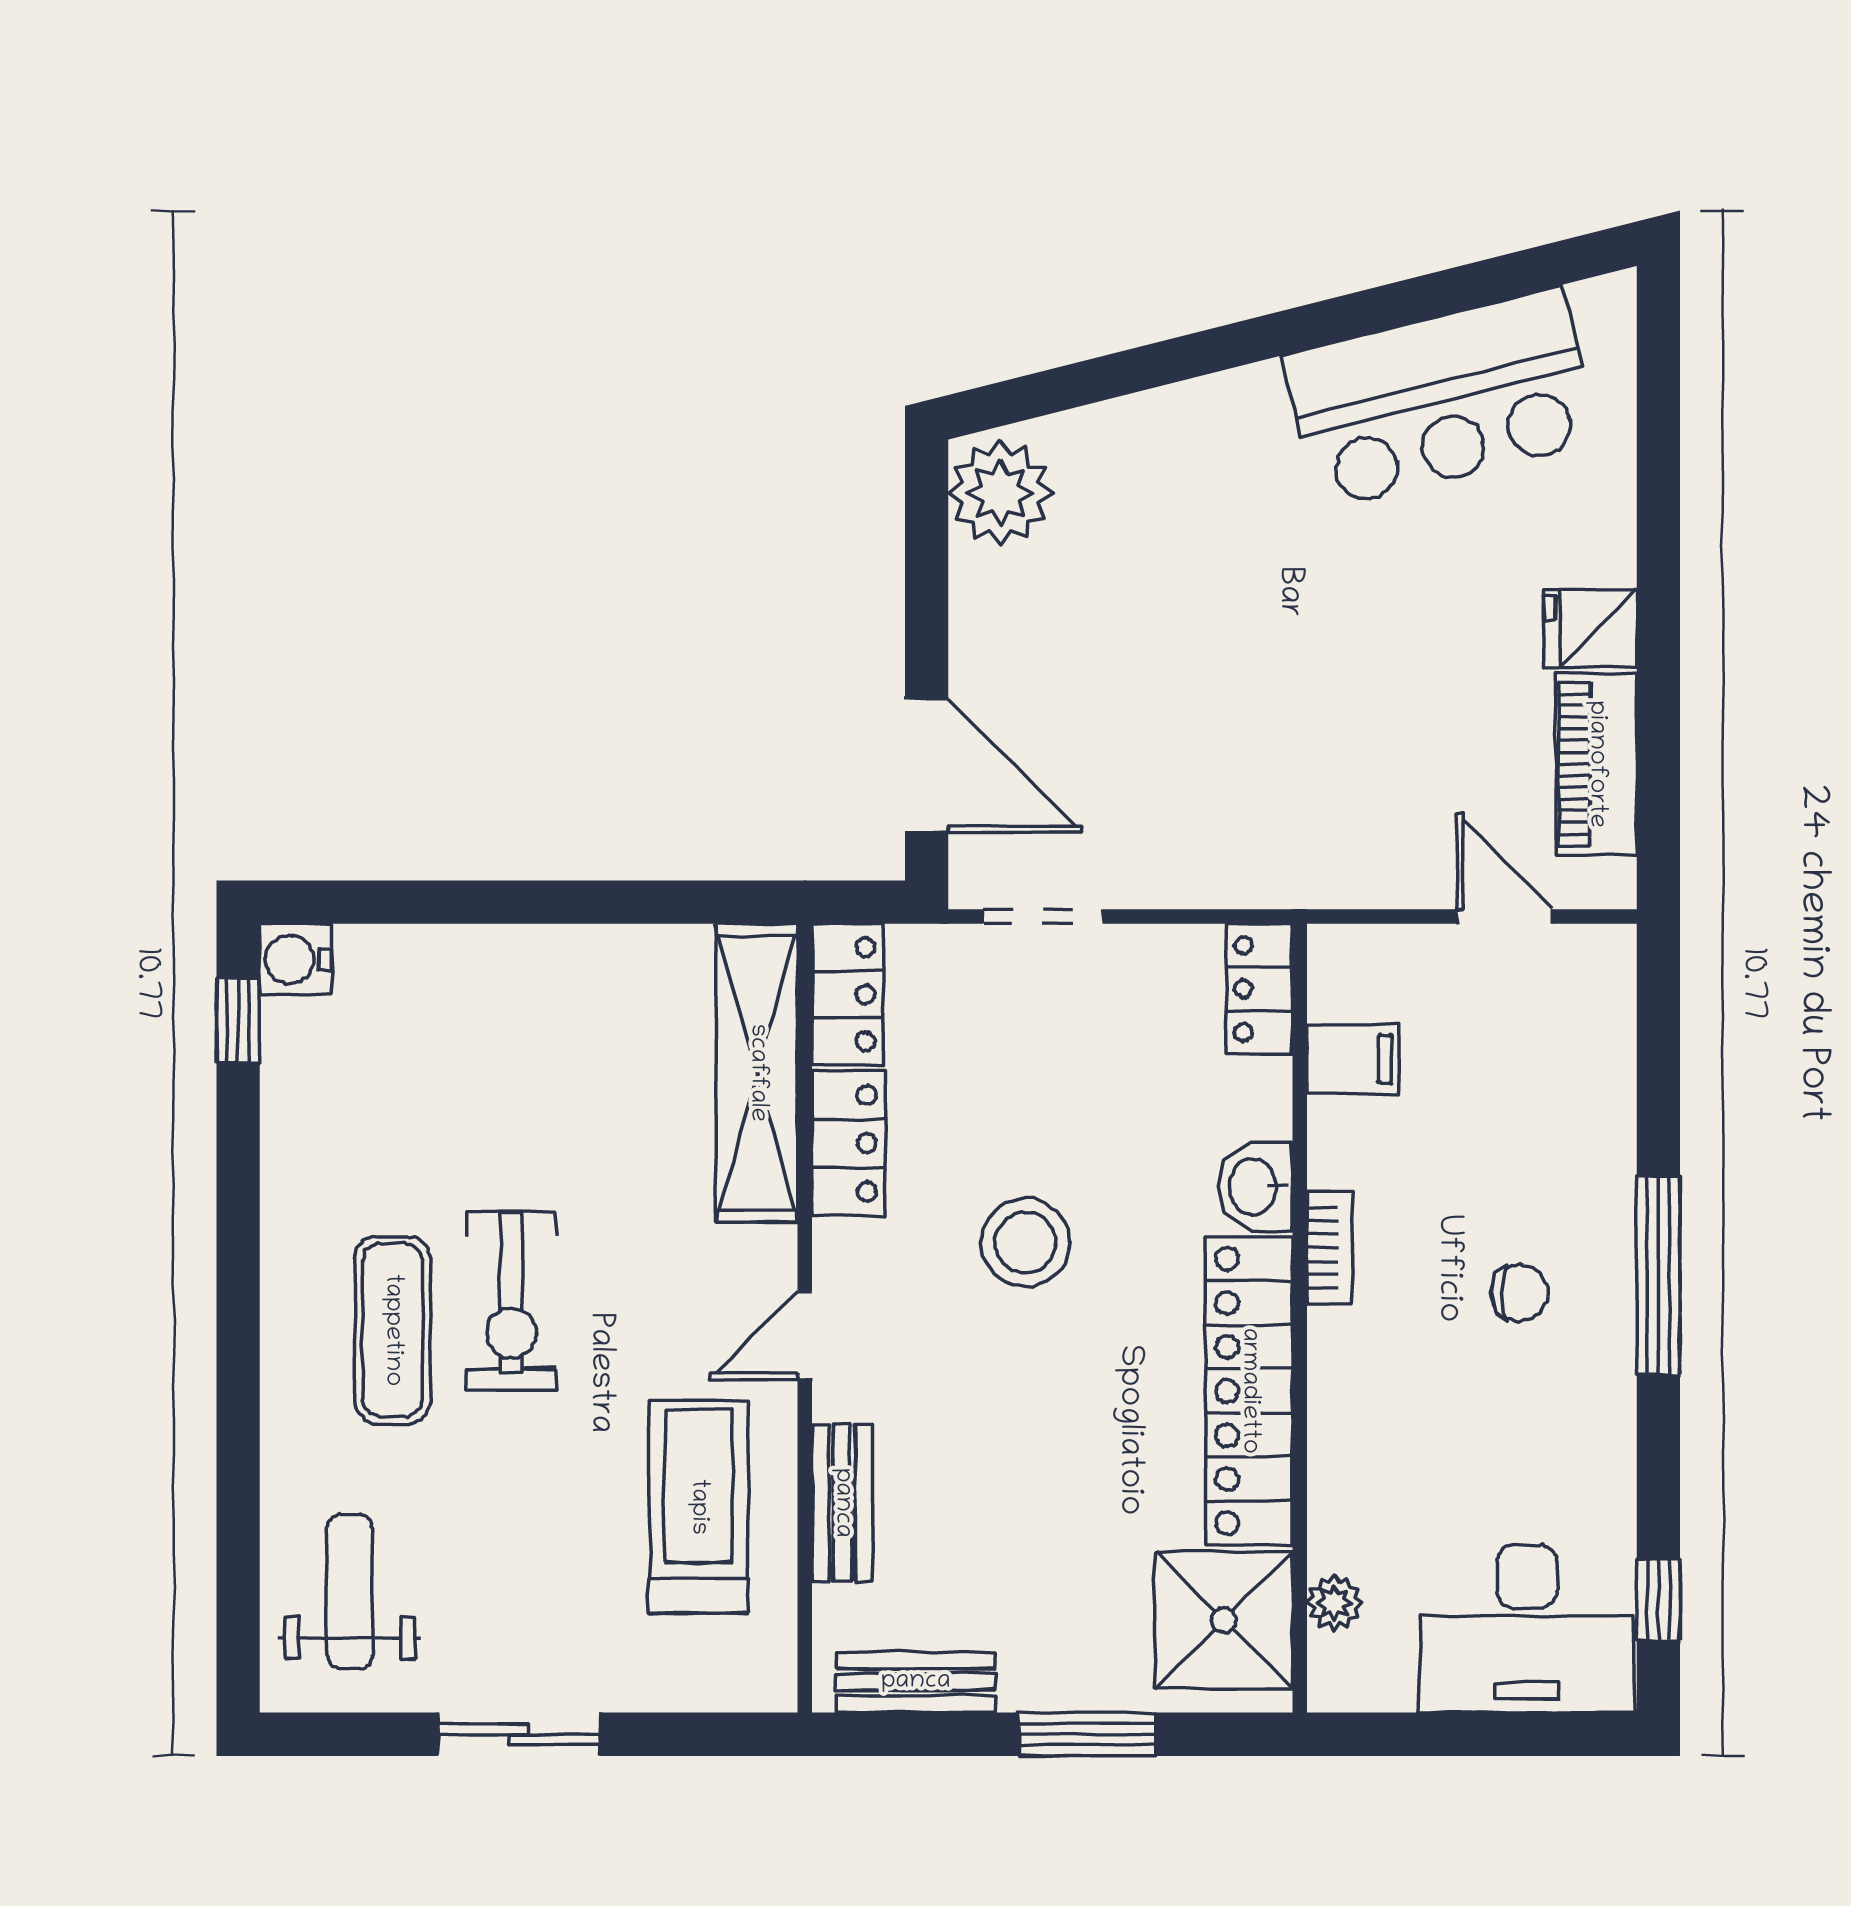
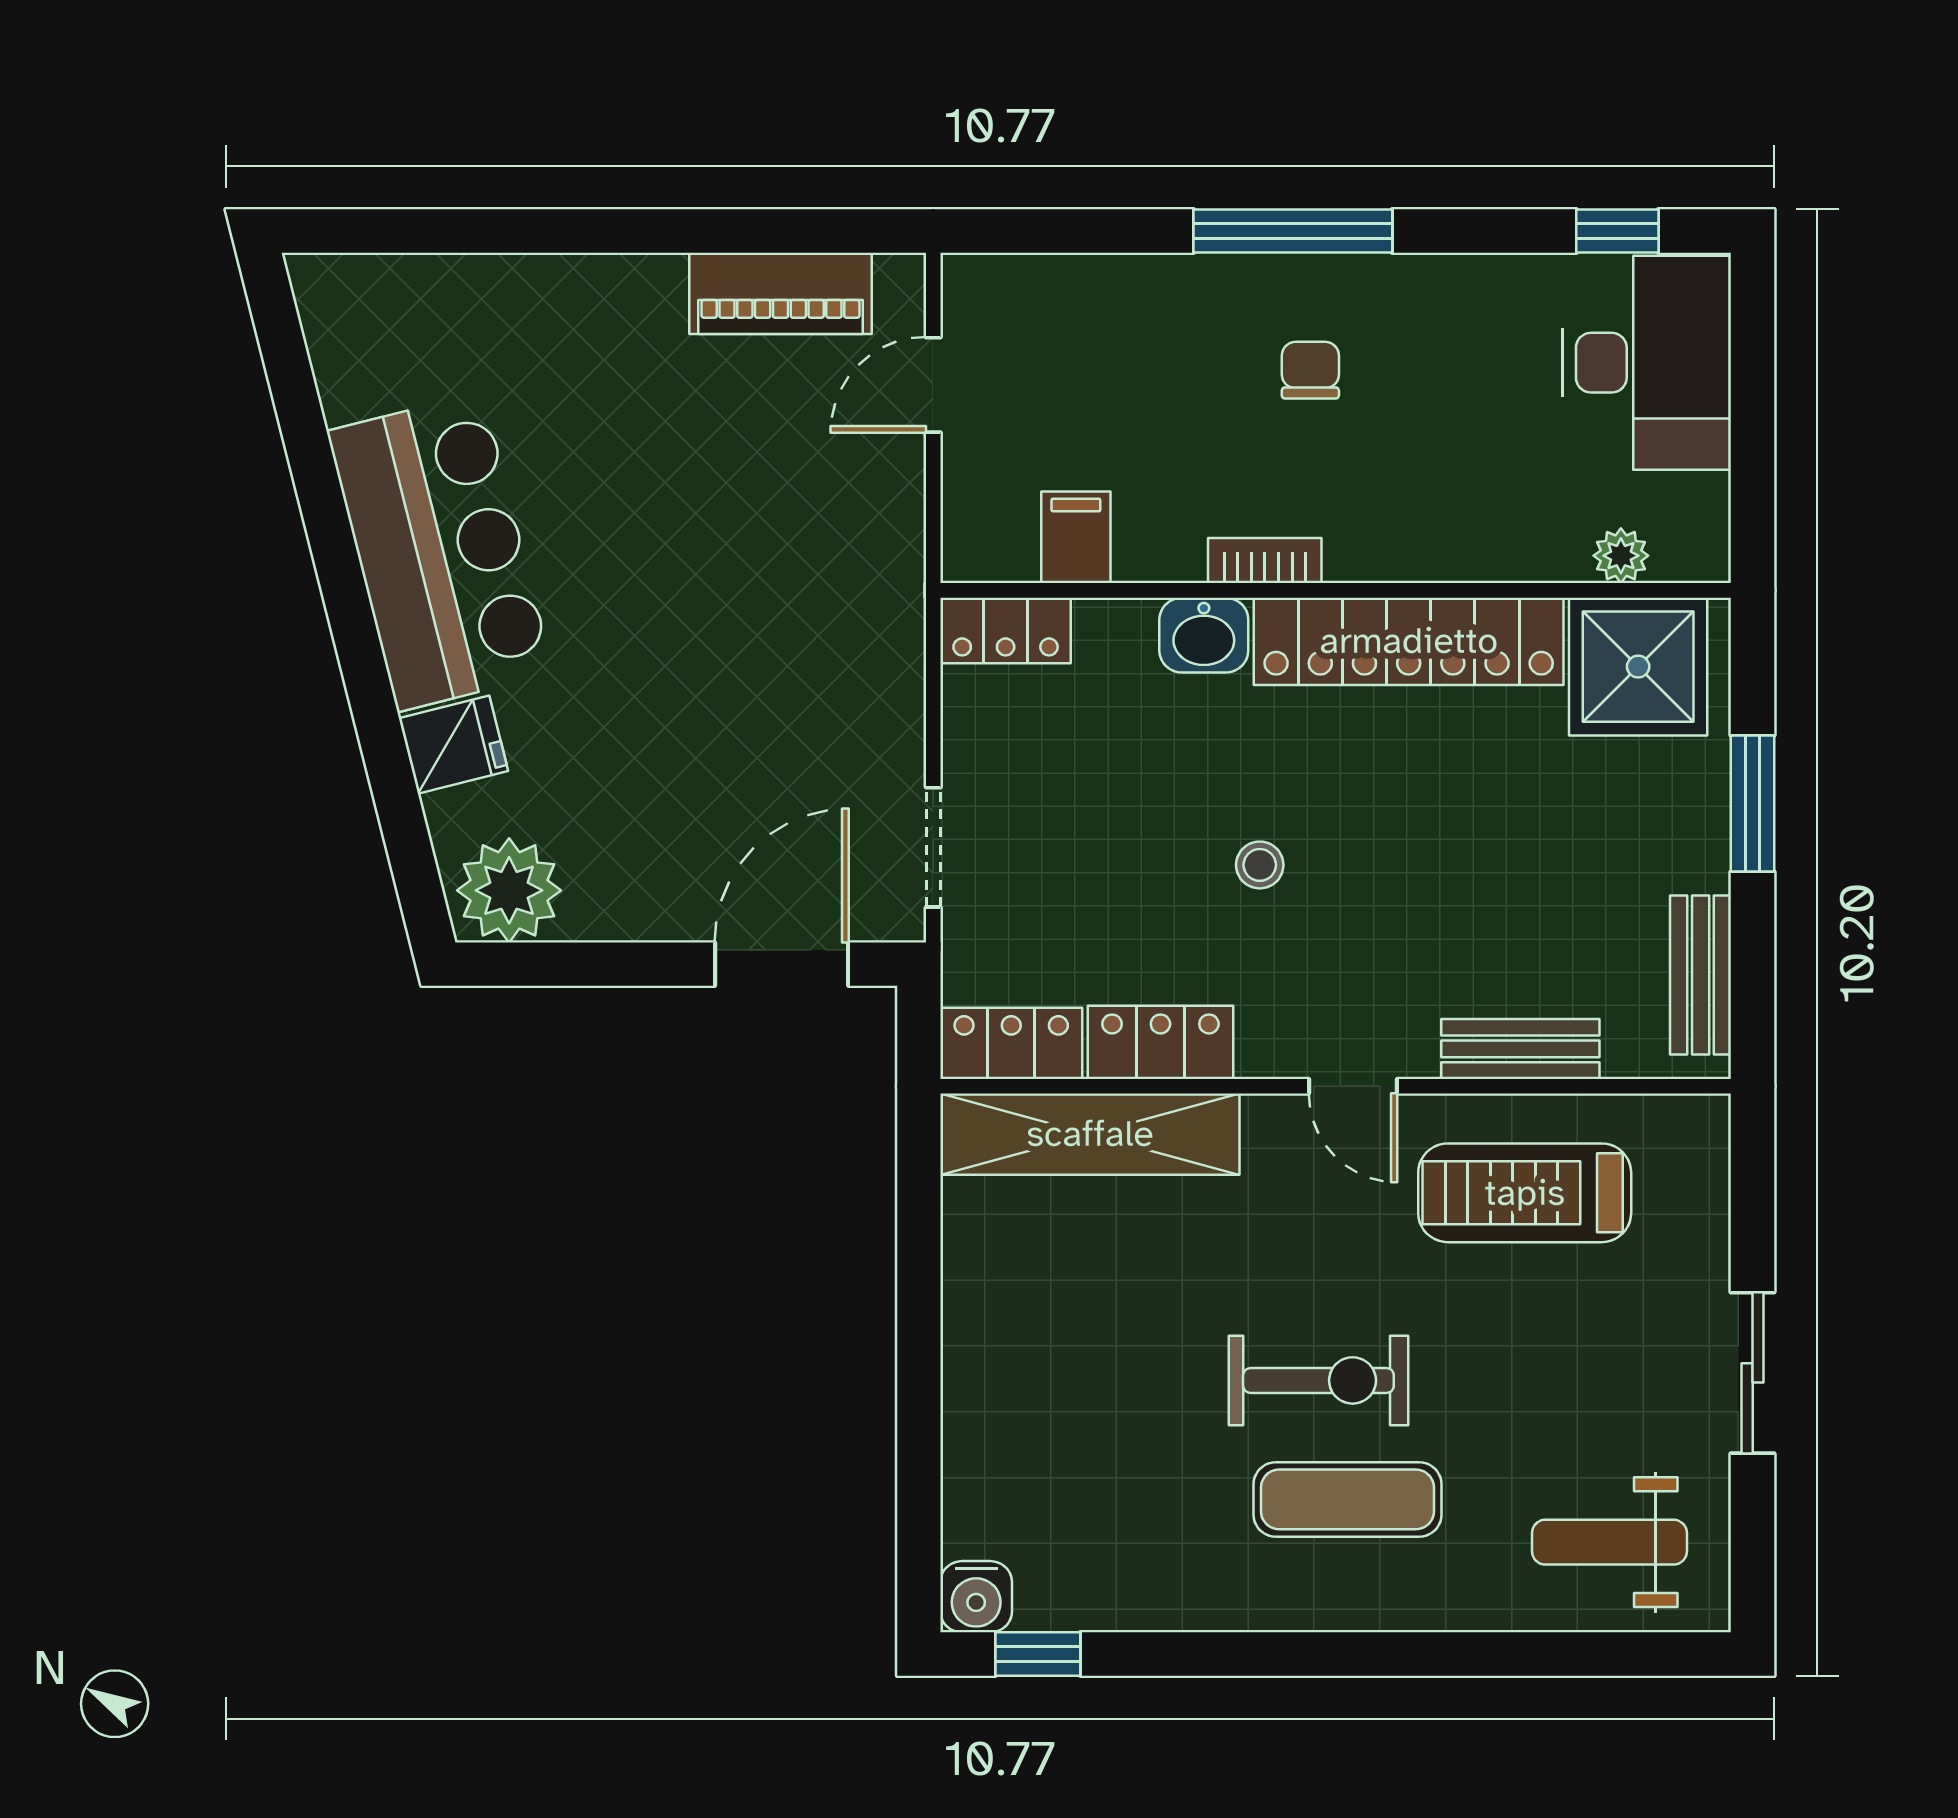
bar counter: (1441, 398) -> (440, 552), moved
fridge: (1590, 628) -> (453, 745), moved, turned -104
stool: (1026, 1242) -> (1260, 865), width x0.53, depth x0.53

